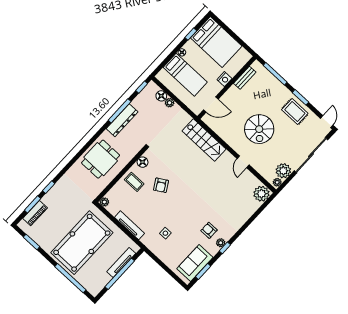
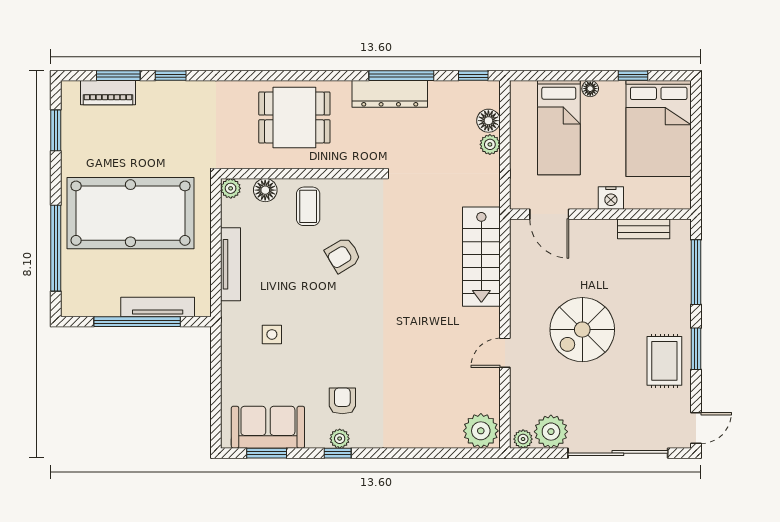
floor lamp: (142, 162) -> (265, 190), moved

